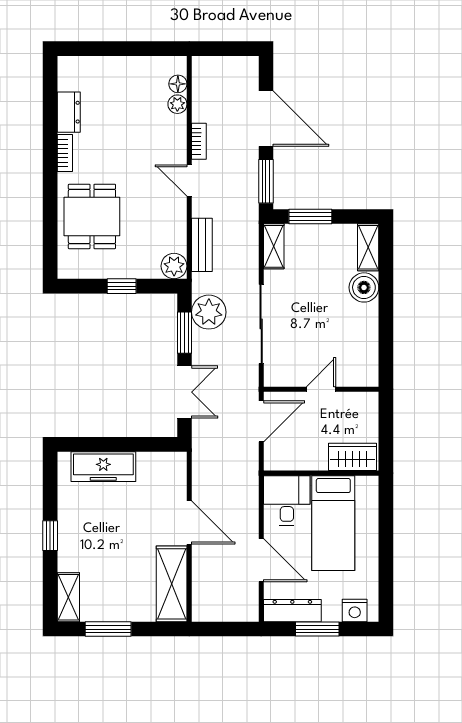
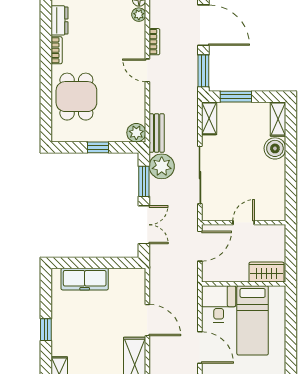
bench: (202, 245) -> (157, 133), moved

